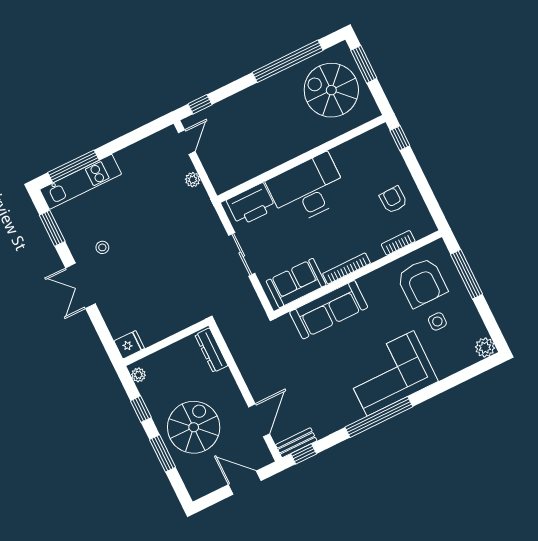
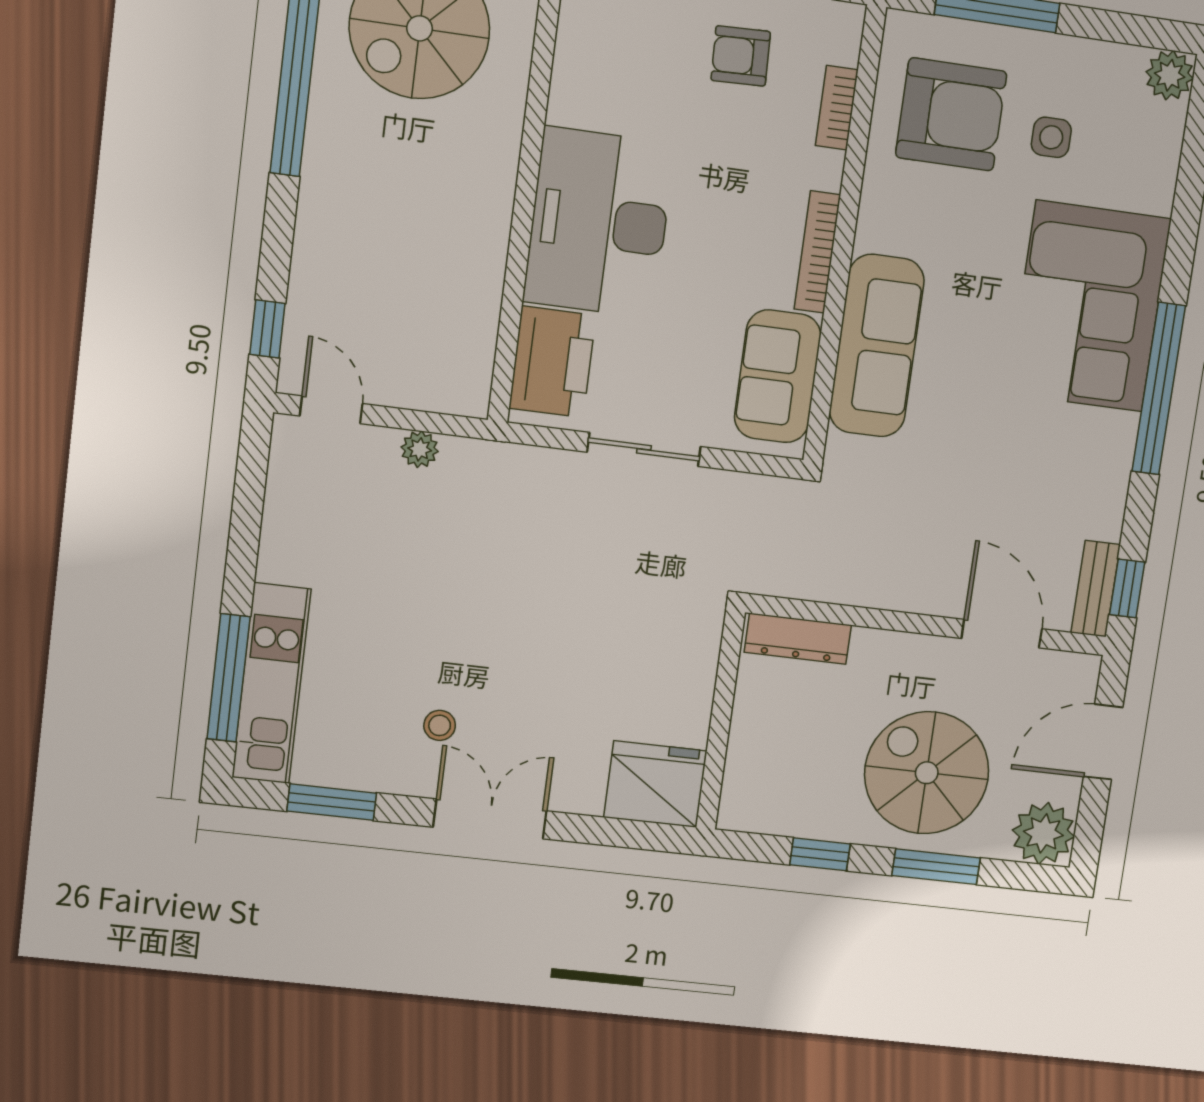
double door: (80, 286) -> (490, 819), swing flipped
fridge: (129, 345) -> (655, 784), width x1.88, depth x1.34
plant: (138, 375) -> (1043, 833), moved, width x1.88, depth x1.88

